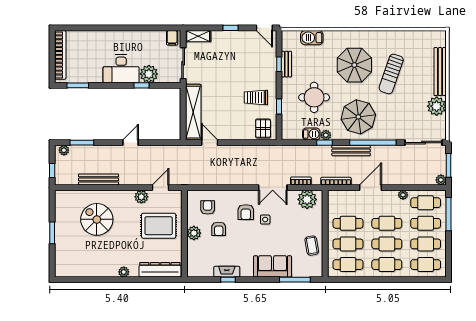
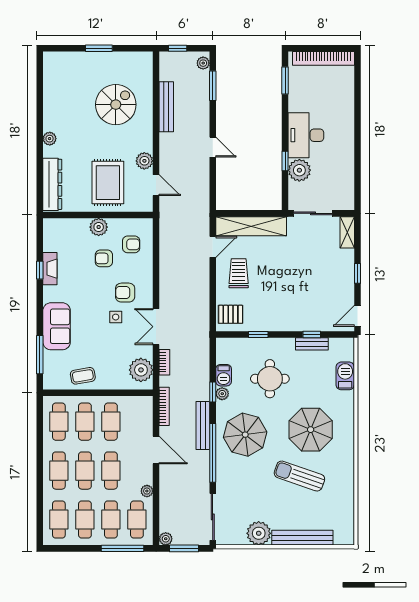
filing cabinet: (172, 38) -> (345, 200), removed
trolley: (256, 97) -> (239, 273), moved

